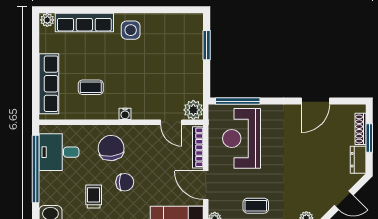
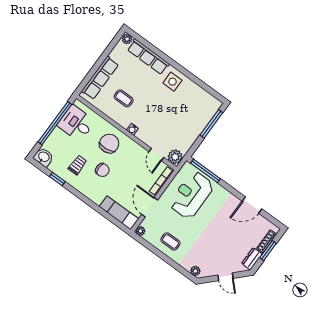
window: (207, 45) -> (211, 124), width x1.44

